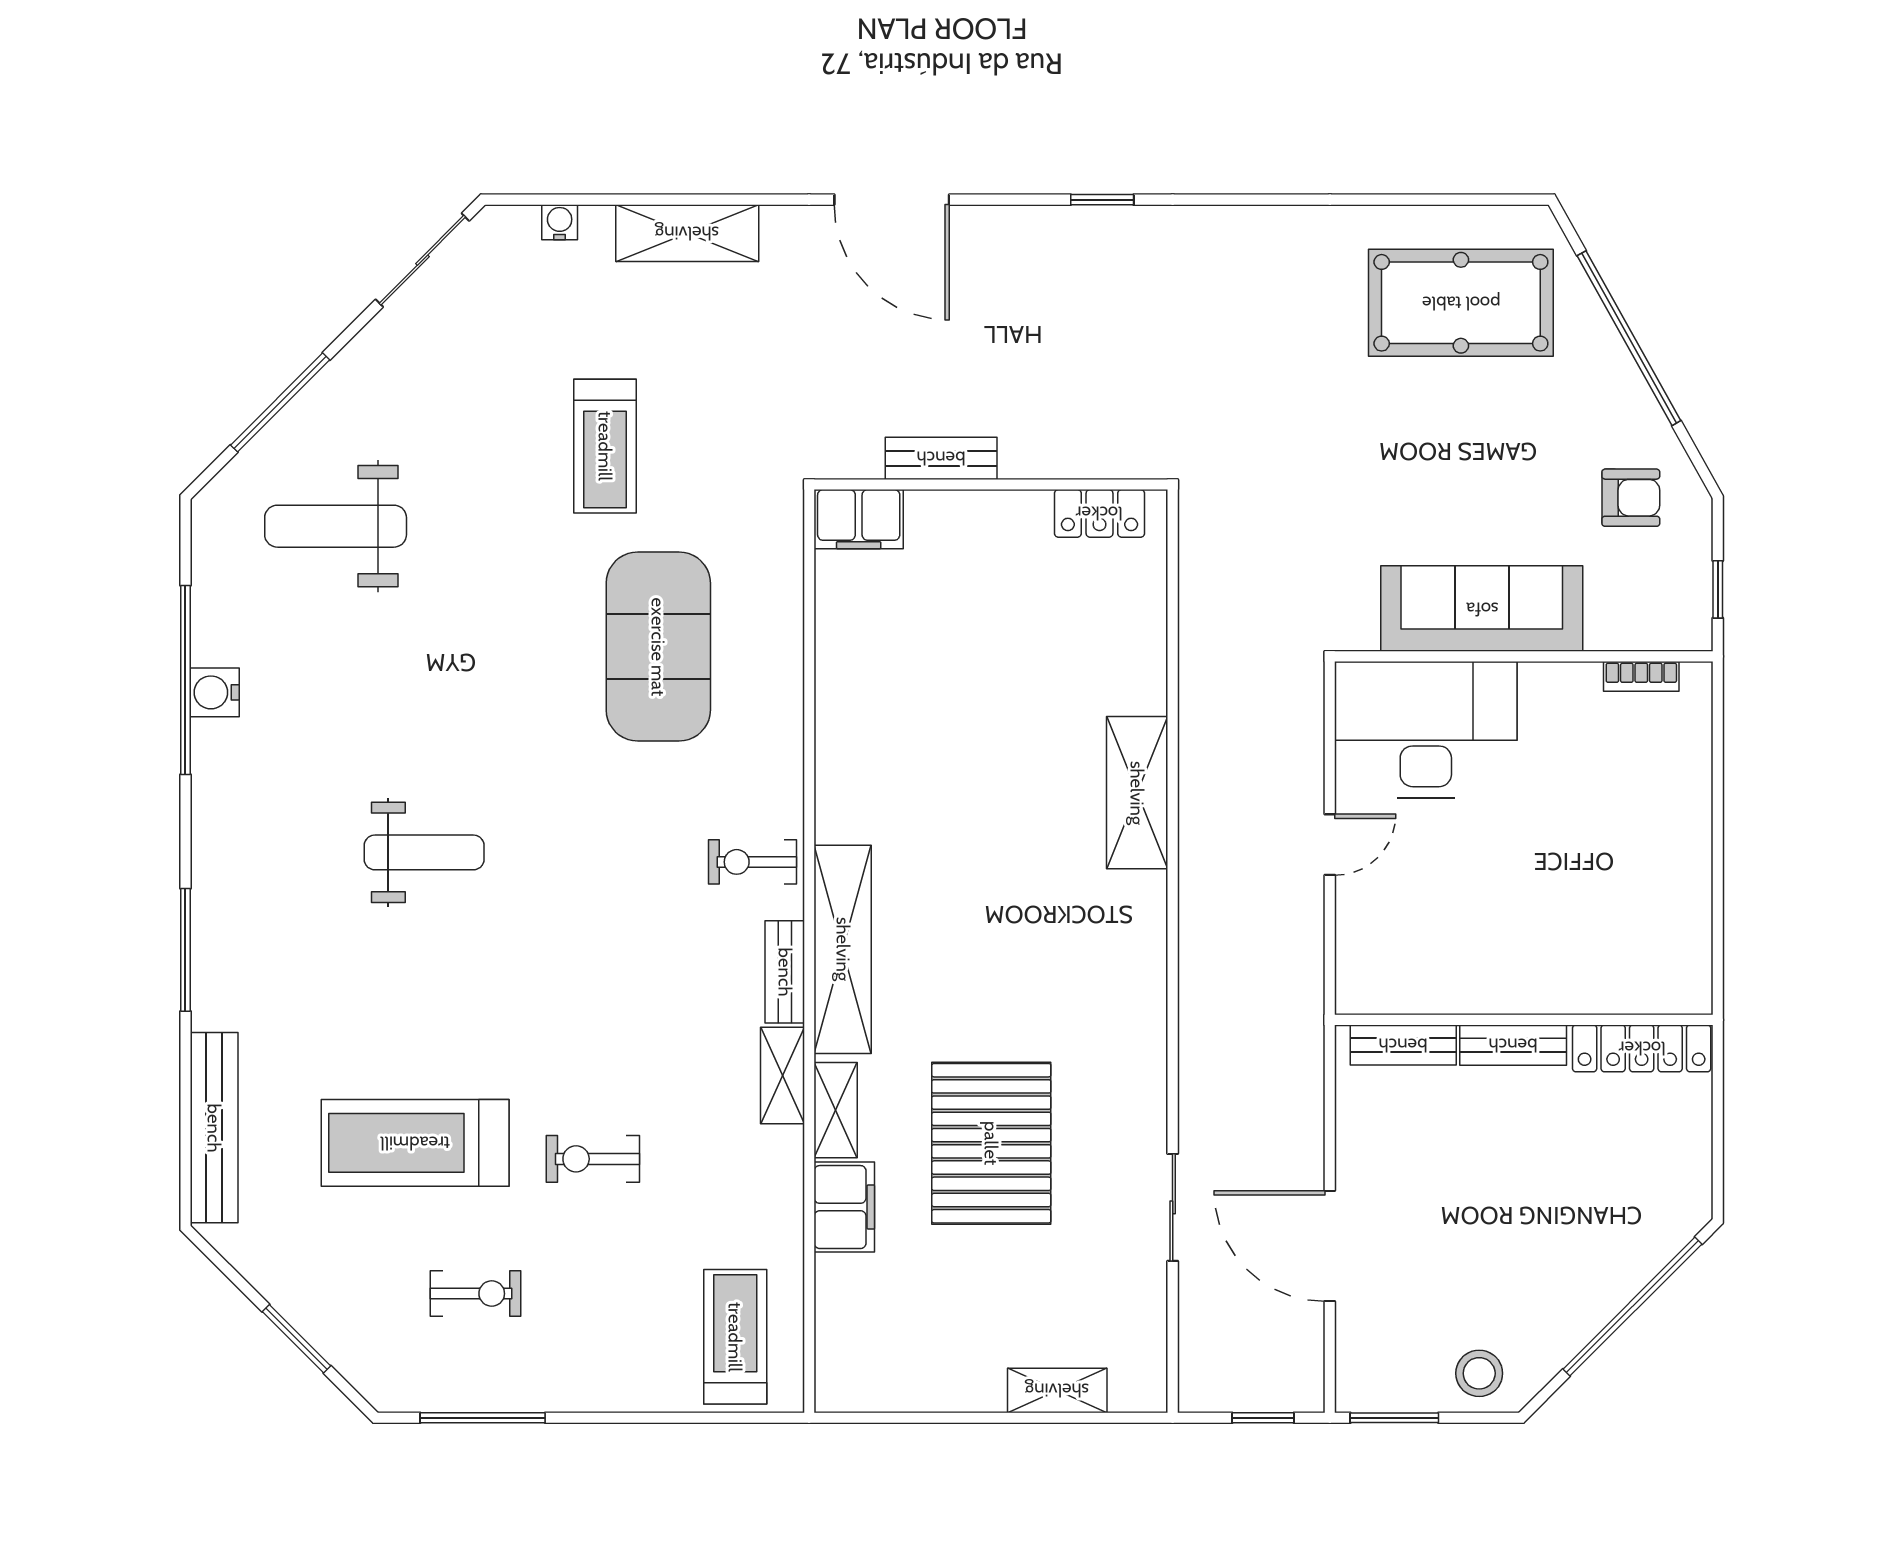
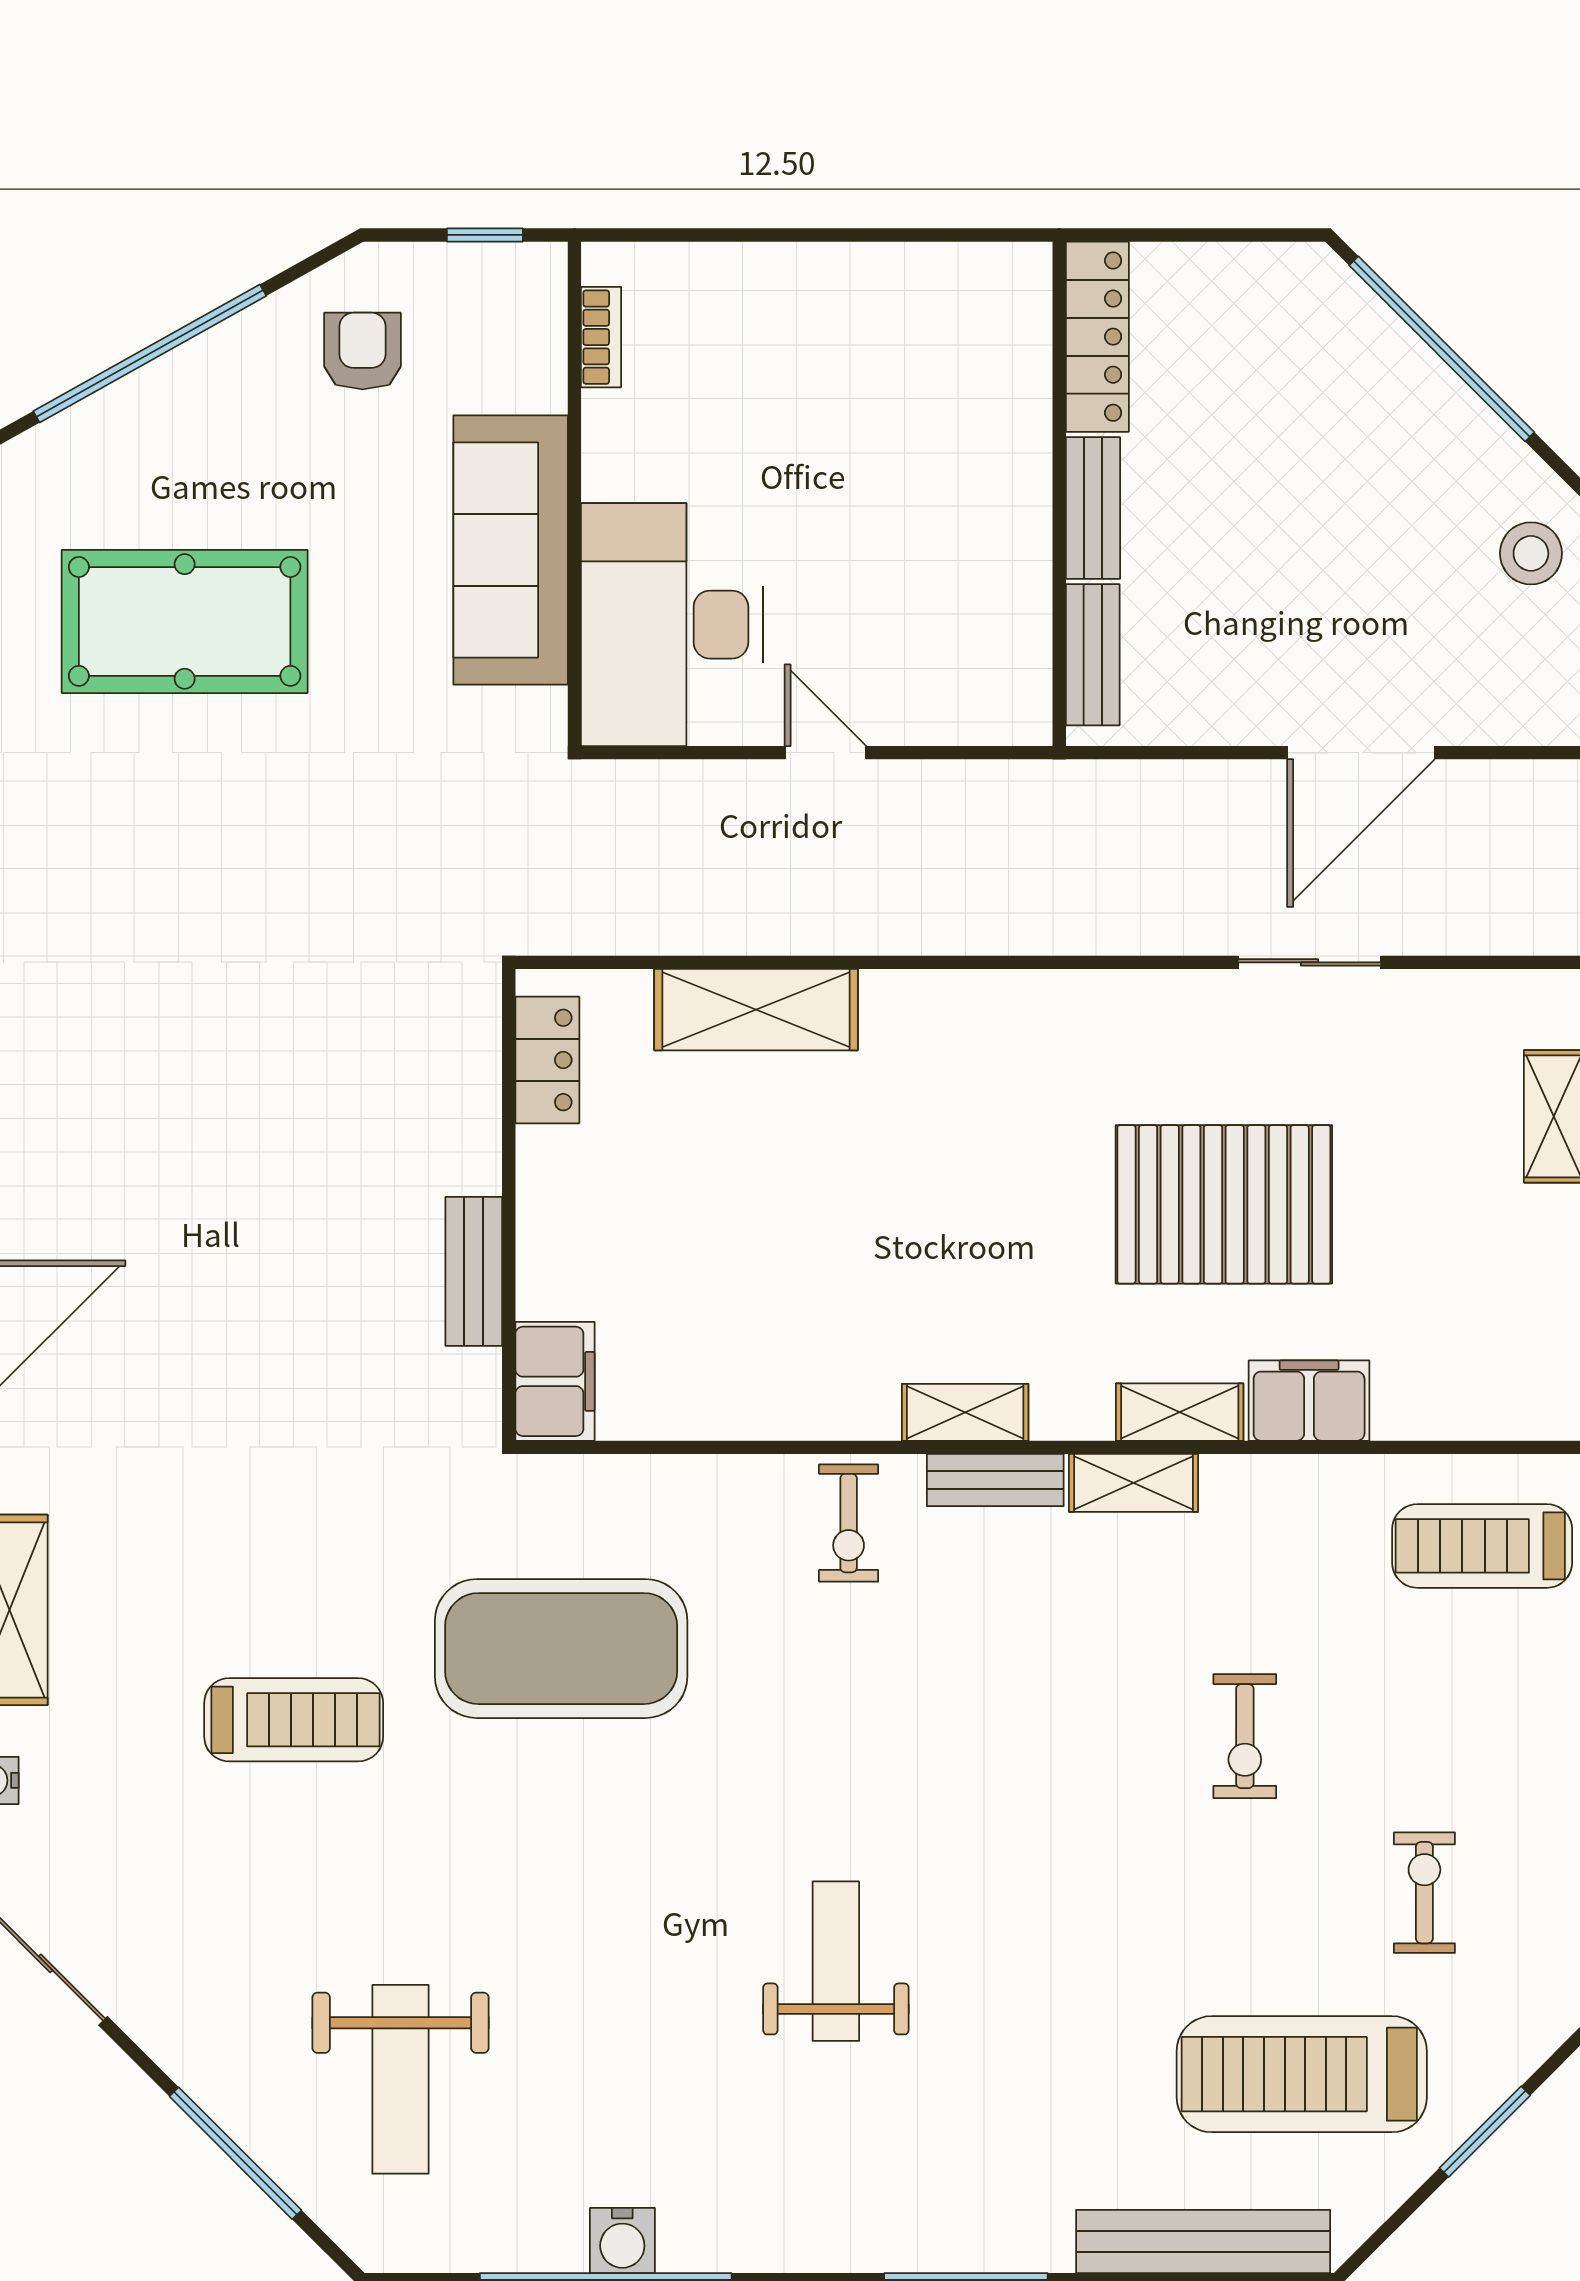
pool table: (1461, 303) -> (185, 621), moved, turned 90
bench: (941, 458) -> (474, 1271), moved
wall: (991, 485) -> (509, 1205), moved
locker: (1099, 513) -> (547, 1060), moved
filing cabinet: (859, 519) -> (555, 1381), moved
shelving: (843, 949) -> (965, 1412), width x0.45, depth x0.75
treadmill: (415, 1143) -> (1302, 2074), moved, turned 90

